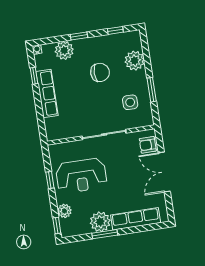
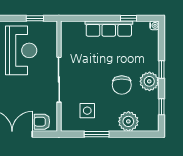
plant: (64, 50) -> (149, 81), moved
armchair: (148, 145) -> (42, 122), turned -90
reception desk: (81, 176) -> (21, 50), turned 180
window: (50, 180) -> (35, 18), moved

